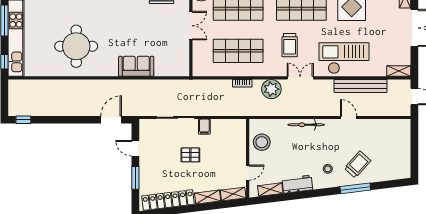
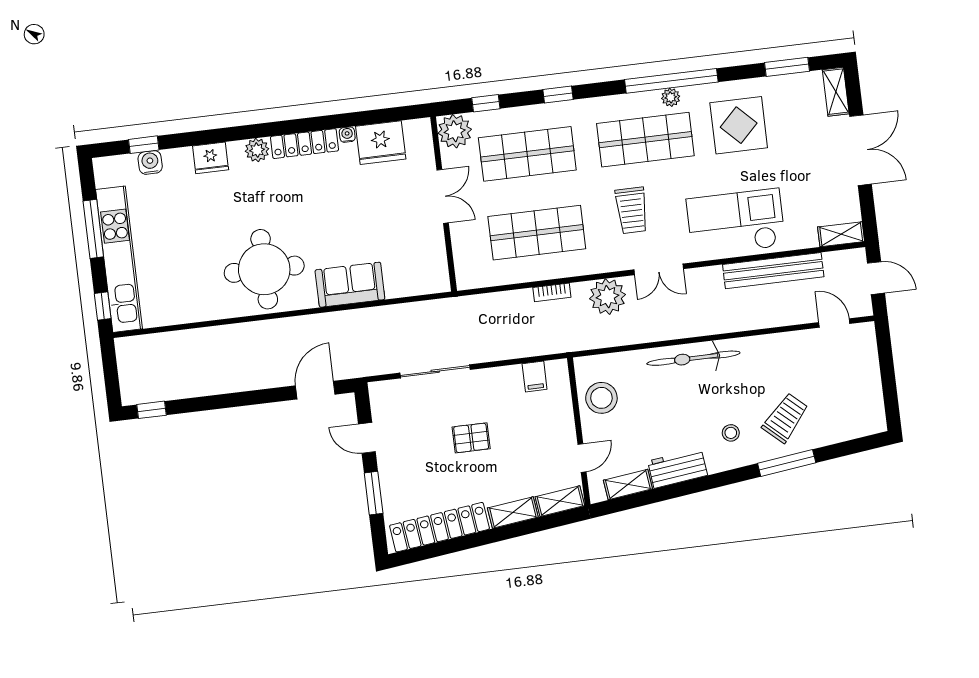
round table: (76, 46) -> (264, 269), moved
double door: (300, 78) -> (659, 269), swing flipped
door: (349, 117) -> (834, 323), moved
bicycle: (306, 125) -> (693, 358), width x1.37, depth x1.40
filing cabinet: (204, 127) -> (535, 377), moved

